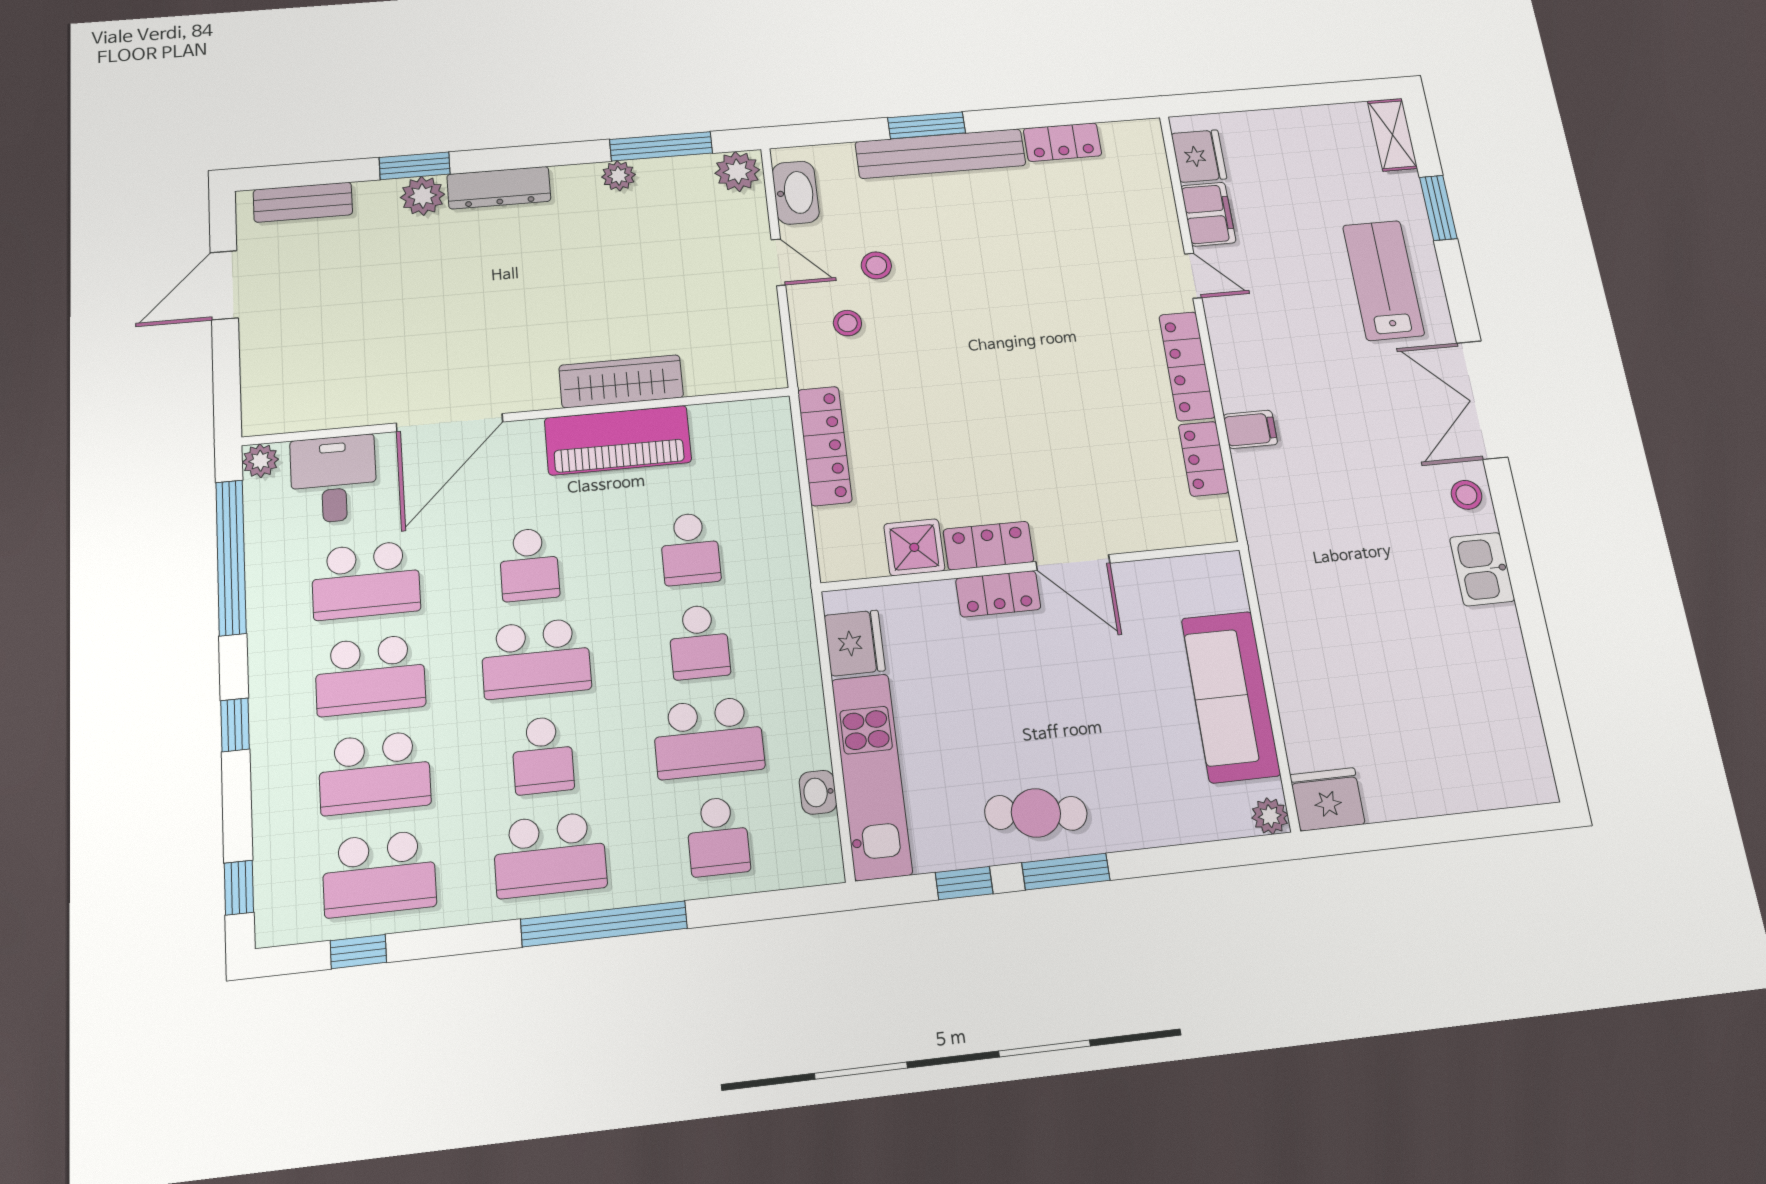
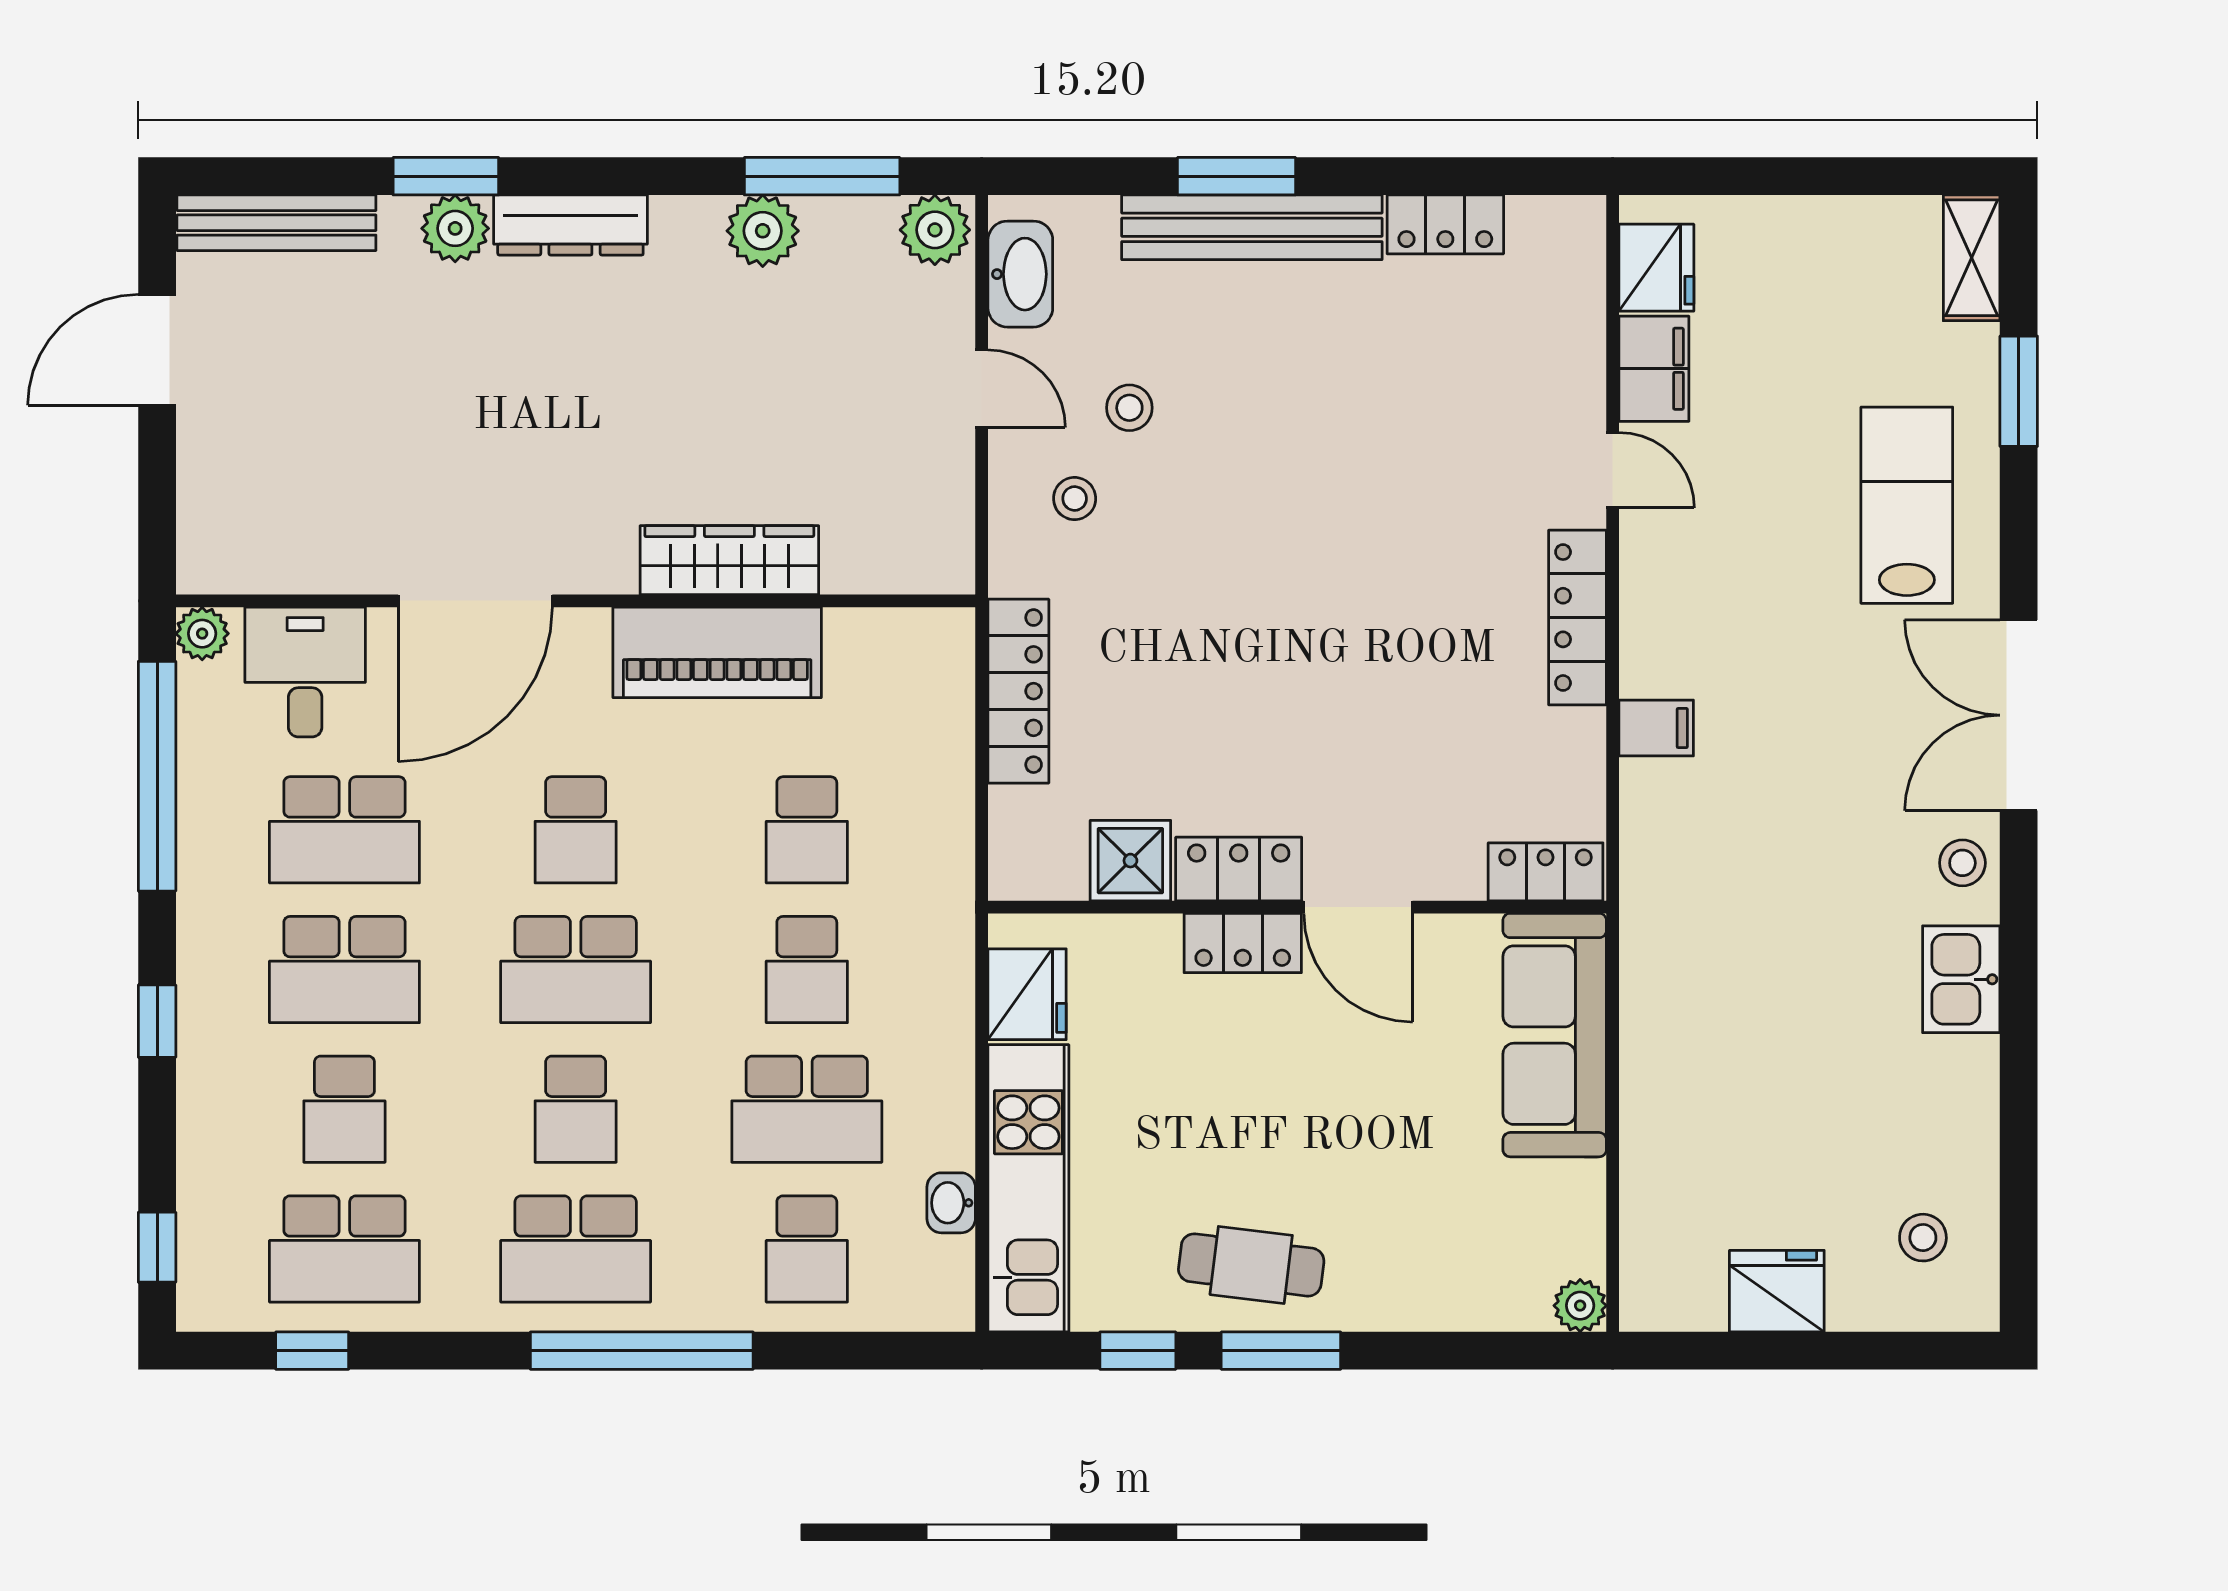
plant: (618, 176) -> (763, 231), width x1.38, depth x1.38
bench: (303, 202) -> (276, 223), width x1.36
locker: (1203, 459) -> (1546, 872), moved, turned 90
sofa: (1231, 696) -> (1555, 1035), moved
stool: (1494, 743) -> (1923, 1238), added
school desk: (375, 773) -> (344, 1109), width x0.54
fridge: (1327, 799) -> (1777, 1291), moved

